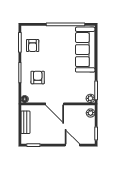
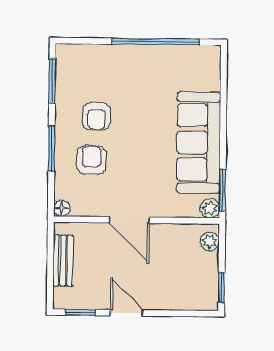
armchair: (33, 46) -> (96, 116), moved
sofa: (85, 50) -> (199, 142), moved
door: (72, 145) -> (127, 313), moved

